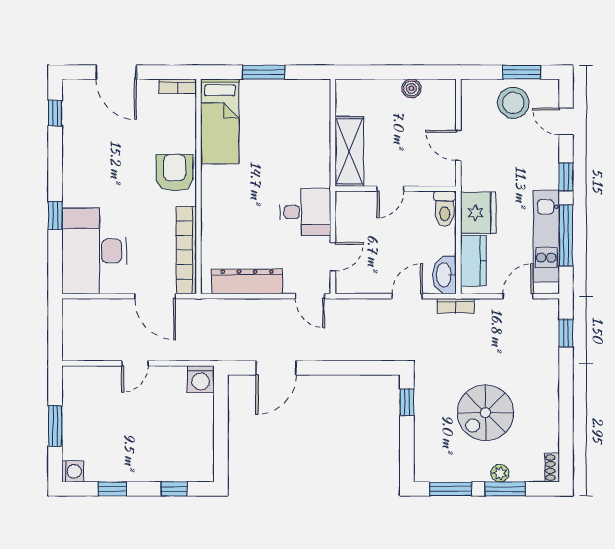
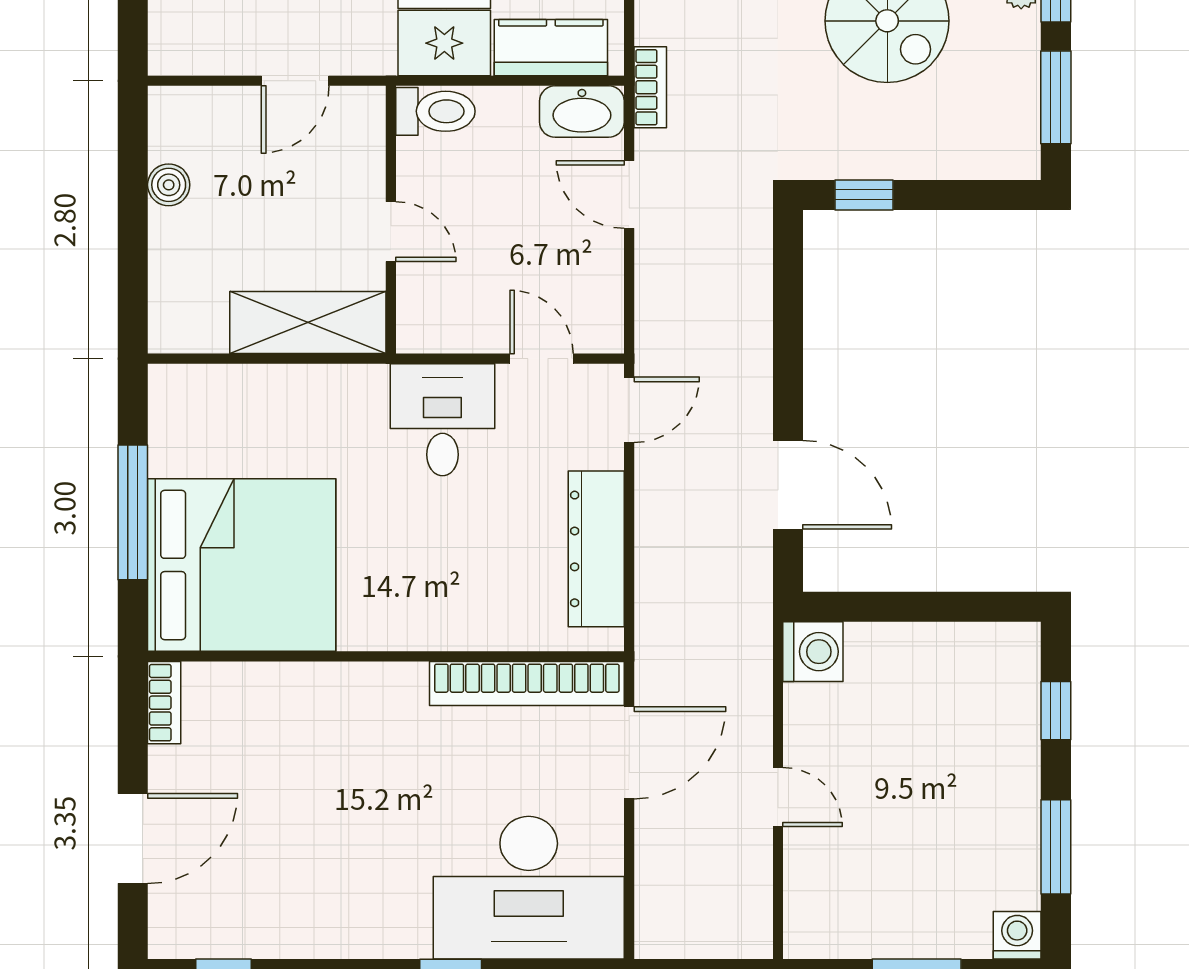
window: (264, 72) -> (133, 512), width x1.44
bed: (220, 121) -> (242, 565), width x2.04
armchair: (175, 173) -> (356, 709), removed
window: (113, 489) -> (1056, 847), width x1.50

